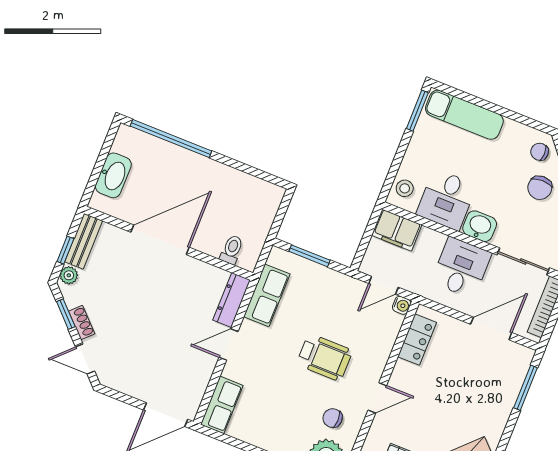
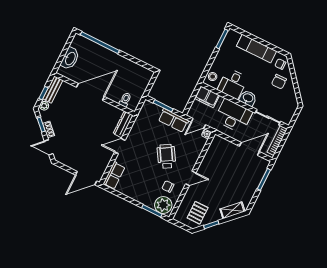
exam couch: (464, 115) -> (257, 49), moved
desk: (461, 268) -> (233, 116), width x1.37
row of seats: (267, 295) -> (173, 120), moved, turned 90
locker: (417, 340) -> (213, 151), removed
wheelchair: (324, 357) -> (166, 156), turned -121

